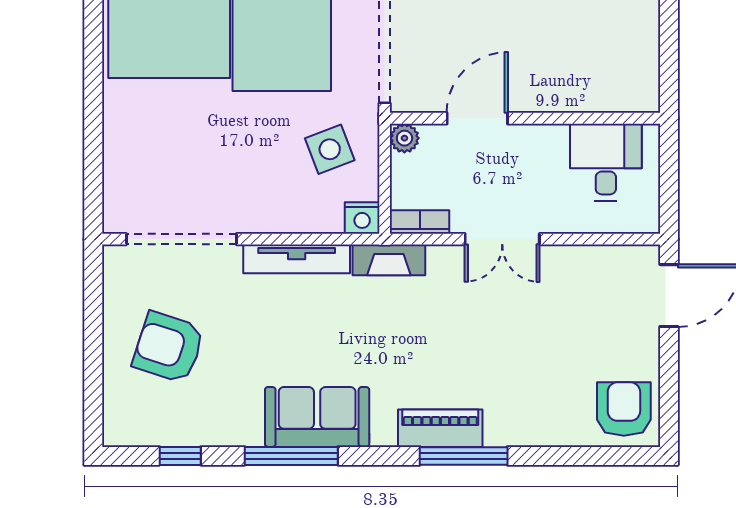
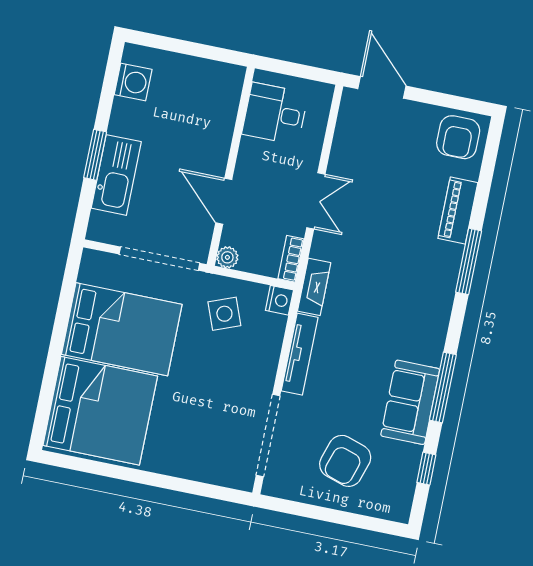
armchair: (624, 409) -> (458, 137), turned -90
sofa: (317, 417) -> (410, 402), moved
piano: (440, 428) -> (458, 210), moved

